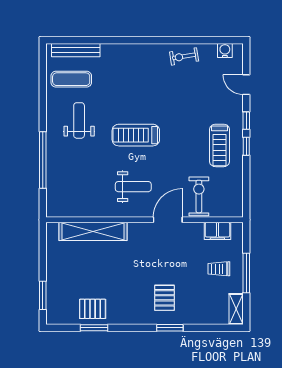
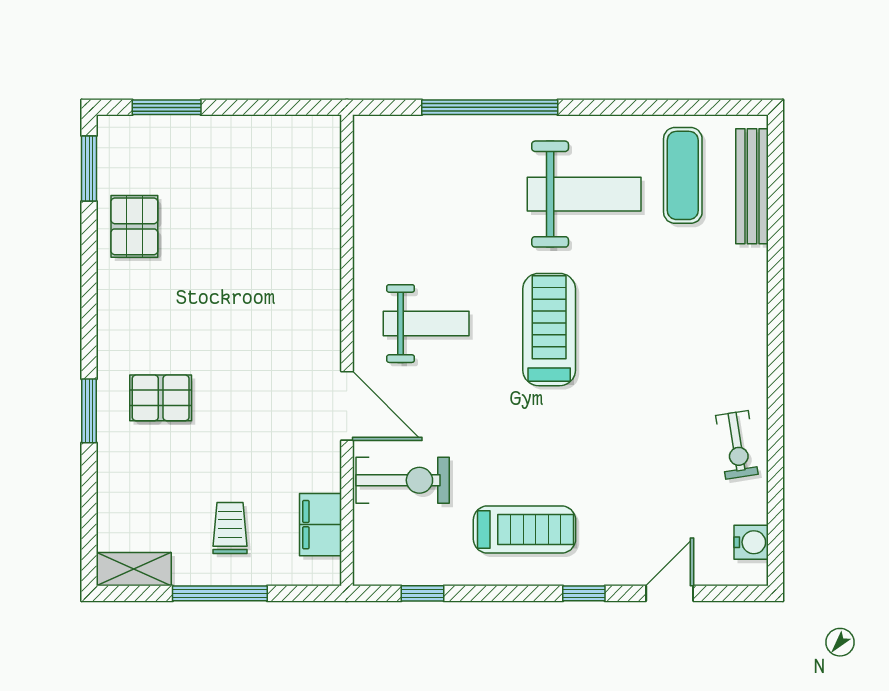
exercise bike: (184, 56) -> (737, 445), turned 180
weight bench: (79, 120) -> (584, 194), width x1.36, depth x1.33
treadmill: (220, 145) -> (524, 530), turned 180
window: (246, 146) -> (423, 593), moved
weight bench: (133, 187) -> (426, 324), turned -90
shelving: (93, 231) -> (319, 227), removed
window: (94, 328) -> (89, 169), moved

